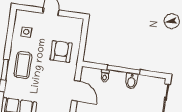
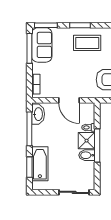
shower: (117, 79) -> (87, 141), added
door: (76, 91) -> (69, 100), hinge flipped

